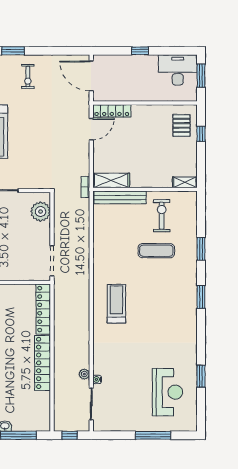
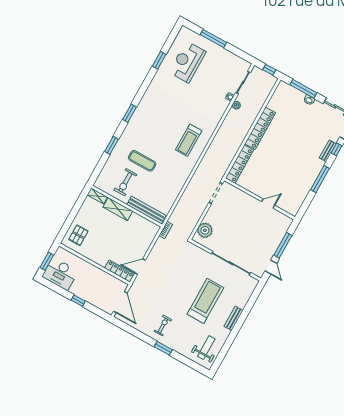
window: (201, 134) -> (69, 222), removed
shelving: (111, 180) -> (118, 209), moved

